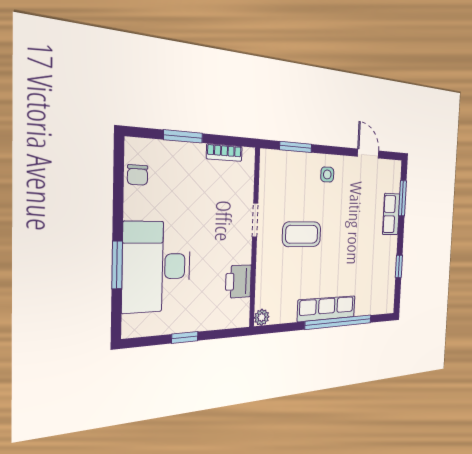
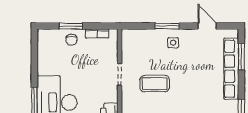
window: (296, 147) -> (167, 26), moved
chair: (138, 175) -> (71, 40), moved
row of seats: (391, 214) -> (231, 69), width x2.02

